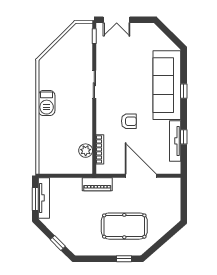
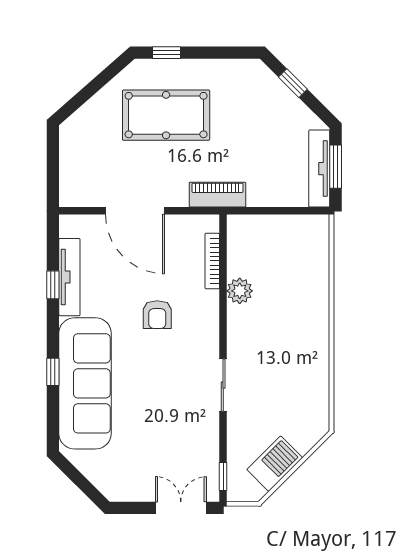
barbecue: (47, 103) -> (275, 464), moved, turned 45
armchair: (129, 121) -> (157, 315), turned -90
plant: (86, 151) -> (240, 291), moved

